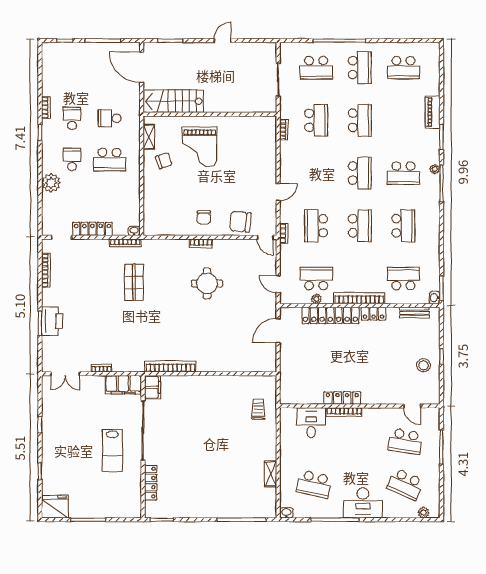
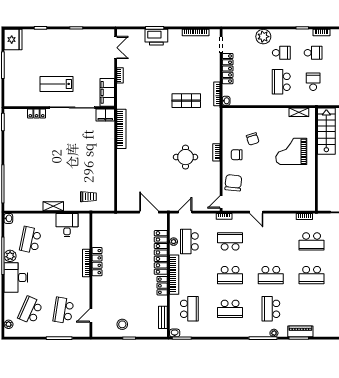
piano: (433, 112) -> (300, 331), moved
chair: (164, 161) -> (253, 139), moved
school desk: (316, 279) -> (189, 241), turned 180
double door: (65, 374) -> (116, 48), swing flipped
desk: (311, 423) -> (67, 225), moved, turned -90
shelving: (271, 474) -> (53, 206), moved
locker: (151, 483) -> (37, 114), width x0.66
plant: (335, 511) -> (10, 256), added

